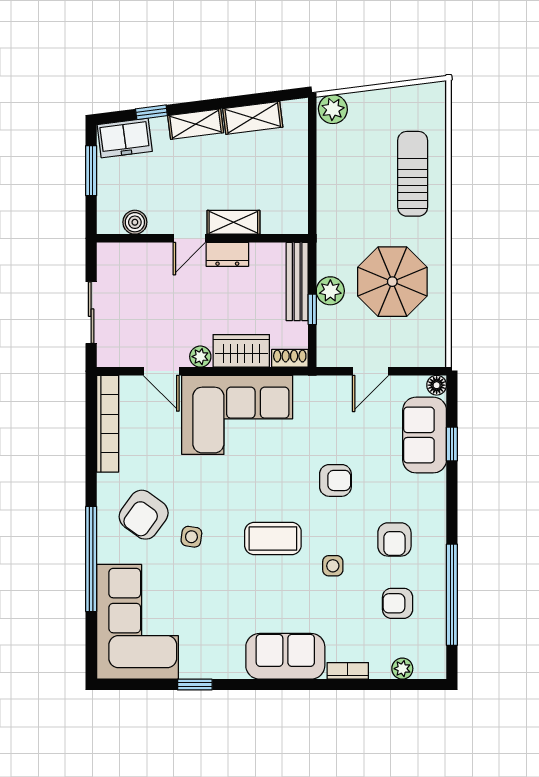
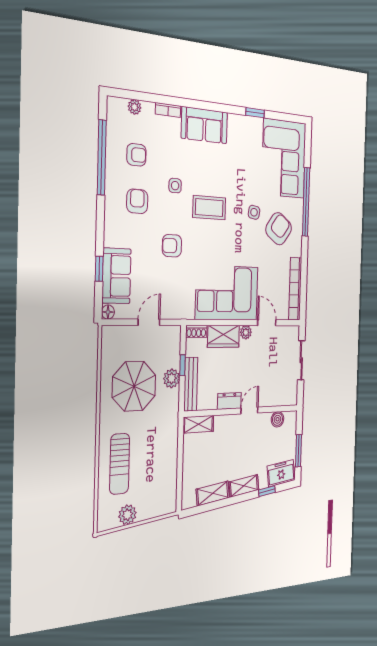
plant: (333, 109) -> (127, 515), moved
shelving: (233, 222) -> (198, 424), moved

